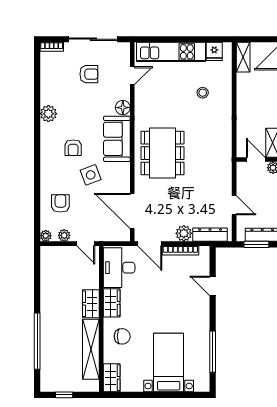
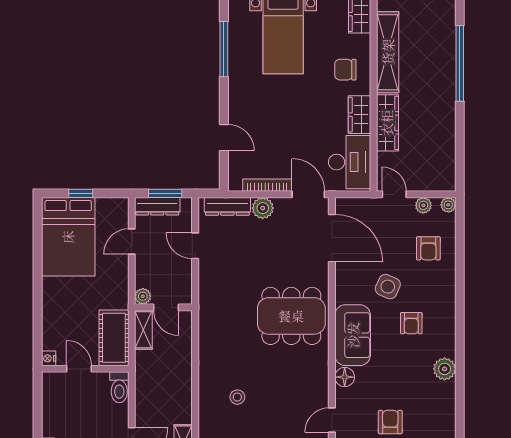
armchair: (89, 74) -> (390, 422), turned 90
armchair: (73, 148) -> (411, 323), turned 180
dining table: (162, 153) -> (291, 316), turned 90
side table: (91, 175) -> (388, 287), turned 45
wardrobe: (91, 304) -> (387, 123), width x1.50

